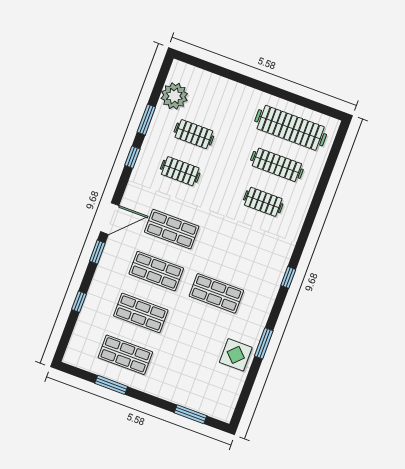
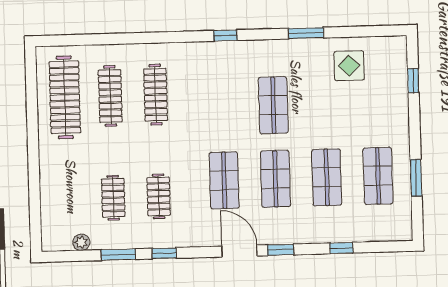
plant: (174, 96) -> (81, 242), width x0.53, depth x0.53
clothes rail: (263, 202) -> (156, 95), width x1.36
display table: (236, 355) -> (349, 66), moved
window: (190, 414) -> (413, 81), width x0.67

